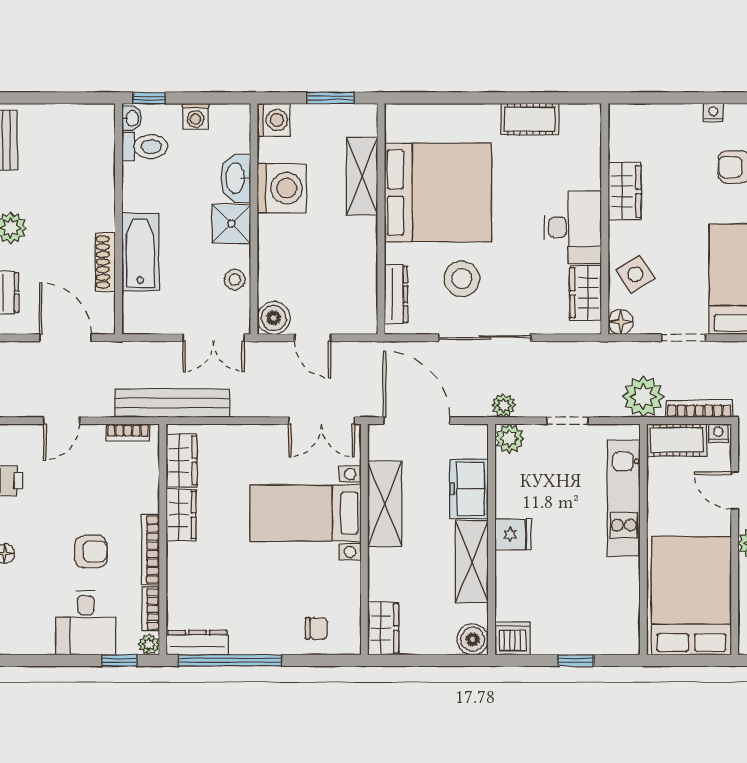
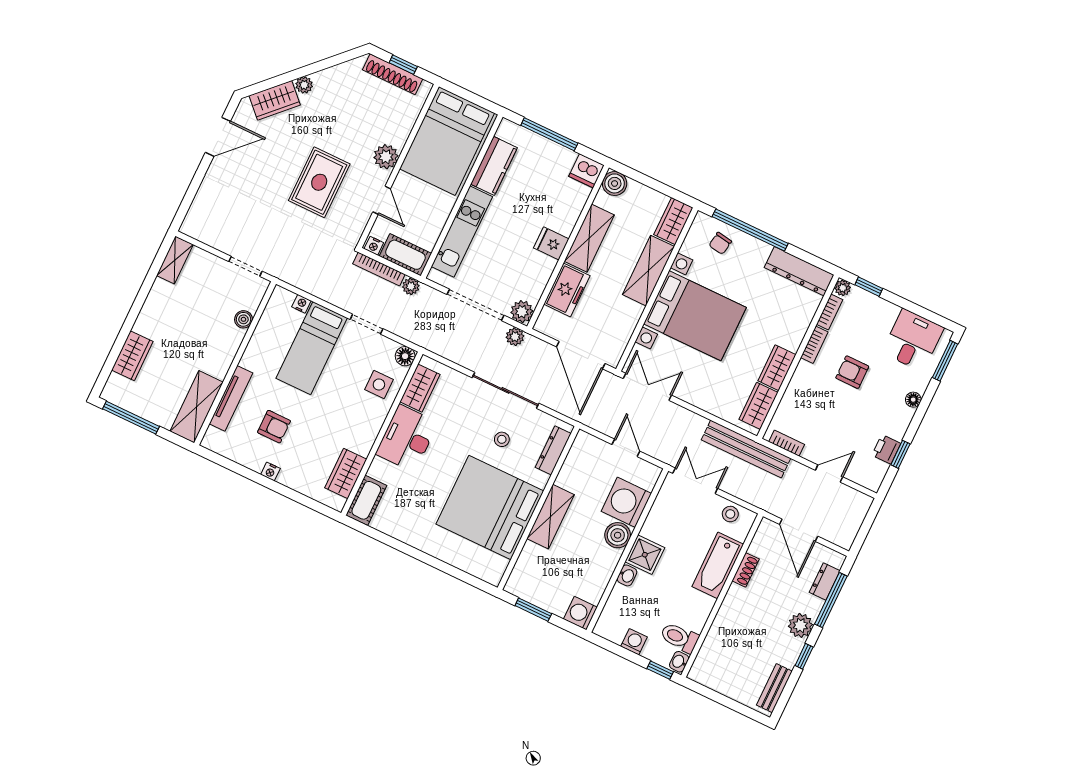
cot: (530, 119) -> (366, 500), moved, turned 90
shelving: (362, 176) -> (551, 517), moved
washbasin: (236, 178) -> (627, 575), width x0.52, depth x0.69
washing machine: (282, 188) -> (626, 502), moved
wardrobe: (625, 191) -> (346, 474), moved
shoe rack: (105, 262) -> (746, 570), width x0.70
side table: (635, 274) -> (379, 385), turned 32
stool: (462, 279) -> (502, 439), width x0.53, depth x0.53
stool: (235, 280) -> (730, 514), moved
boiler: (274, 318) -> (618, 535), moved
plant: (643, 397) -> (411, 286), width x0.53, depth x0.53
doorway: (567, 421) -> (475, 305), width x1.88
shelving: (385, 504) -> (648, 271), moved
bed with nightstands: (306, 513) -> (695, 316), width x1.36
bookcase: (150, 550) -> (814, 345), width x0.64
kitchen counter: (623, 593) -> (494, 166), added
desk: (86, 623) -> (913, 340), moved
chair: (316, 628) -> (720, 243), turned -81
dresser: (197, 643) -> (799, 271), width x1.37, depth x1.24
window: (230, 660) -> (750, 230), moved
window: (576, 660) -> (549, 134), width x2.17

